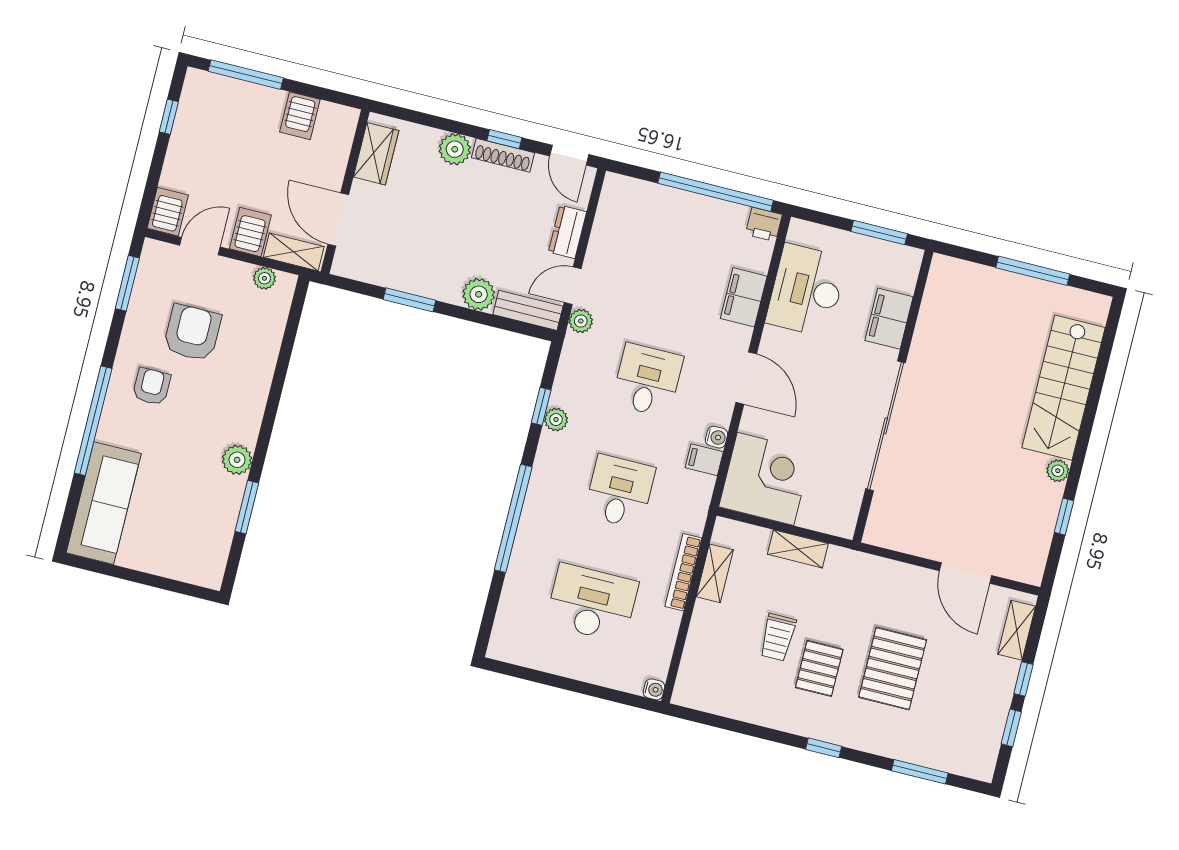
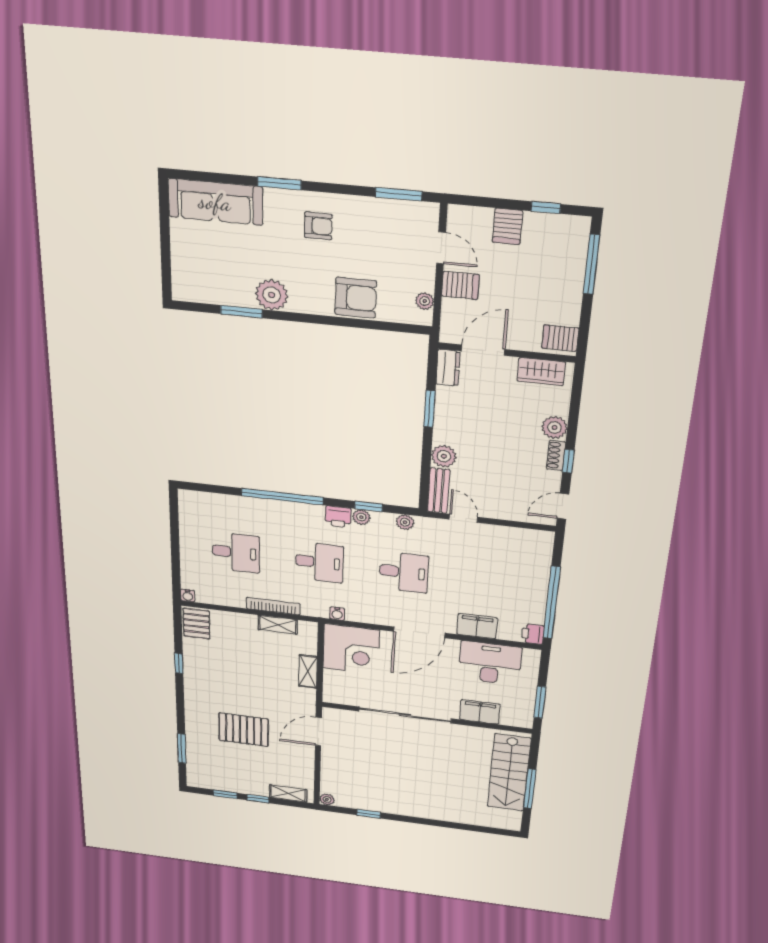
server rack: (300, 116) -> (560, 338), moved
shoe rack: (503, 155) -> (556, 455), width x0.70
server rack: (168, 212) -> (507, 226), moved, turned 90
dresser: (567, 232) -> (448, 368), moved, turned 90
shelving: (294, 252) -> (450, 320), removed
plant: (581, 321) -> (405, 522), moved
armchair: (192, 333) -> (356, 298), moved
door: (746, 378) -> (419, 632), width x1.36
stairs: (1063, 388) -> (509, 773), moved, turned -90
window: (93, 421) -> (279, 183), width x0.47
water cooler: (716, 437) -> (337, 614), moved
printer: (552, 450) -> (338, 517), added
plant: (237, 460) -> (272, 295), width x1.36, depth x1.36
filing cabinet: (704, 460) -> (355, 612), removed
plant: (1058, 471) -> (327, 799), moved
door: (965, 573) -> (318, 732), moved
desk: (592, 603) -> (236, 552), width x0.73
trolley: (778, 637) -> (245, 665), removed
pallet: (819, 668) -> (196, 624), moved, turned 90
window: (824, 748) -> (179, 663), moved

